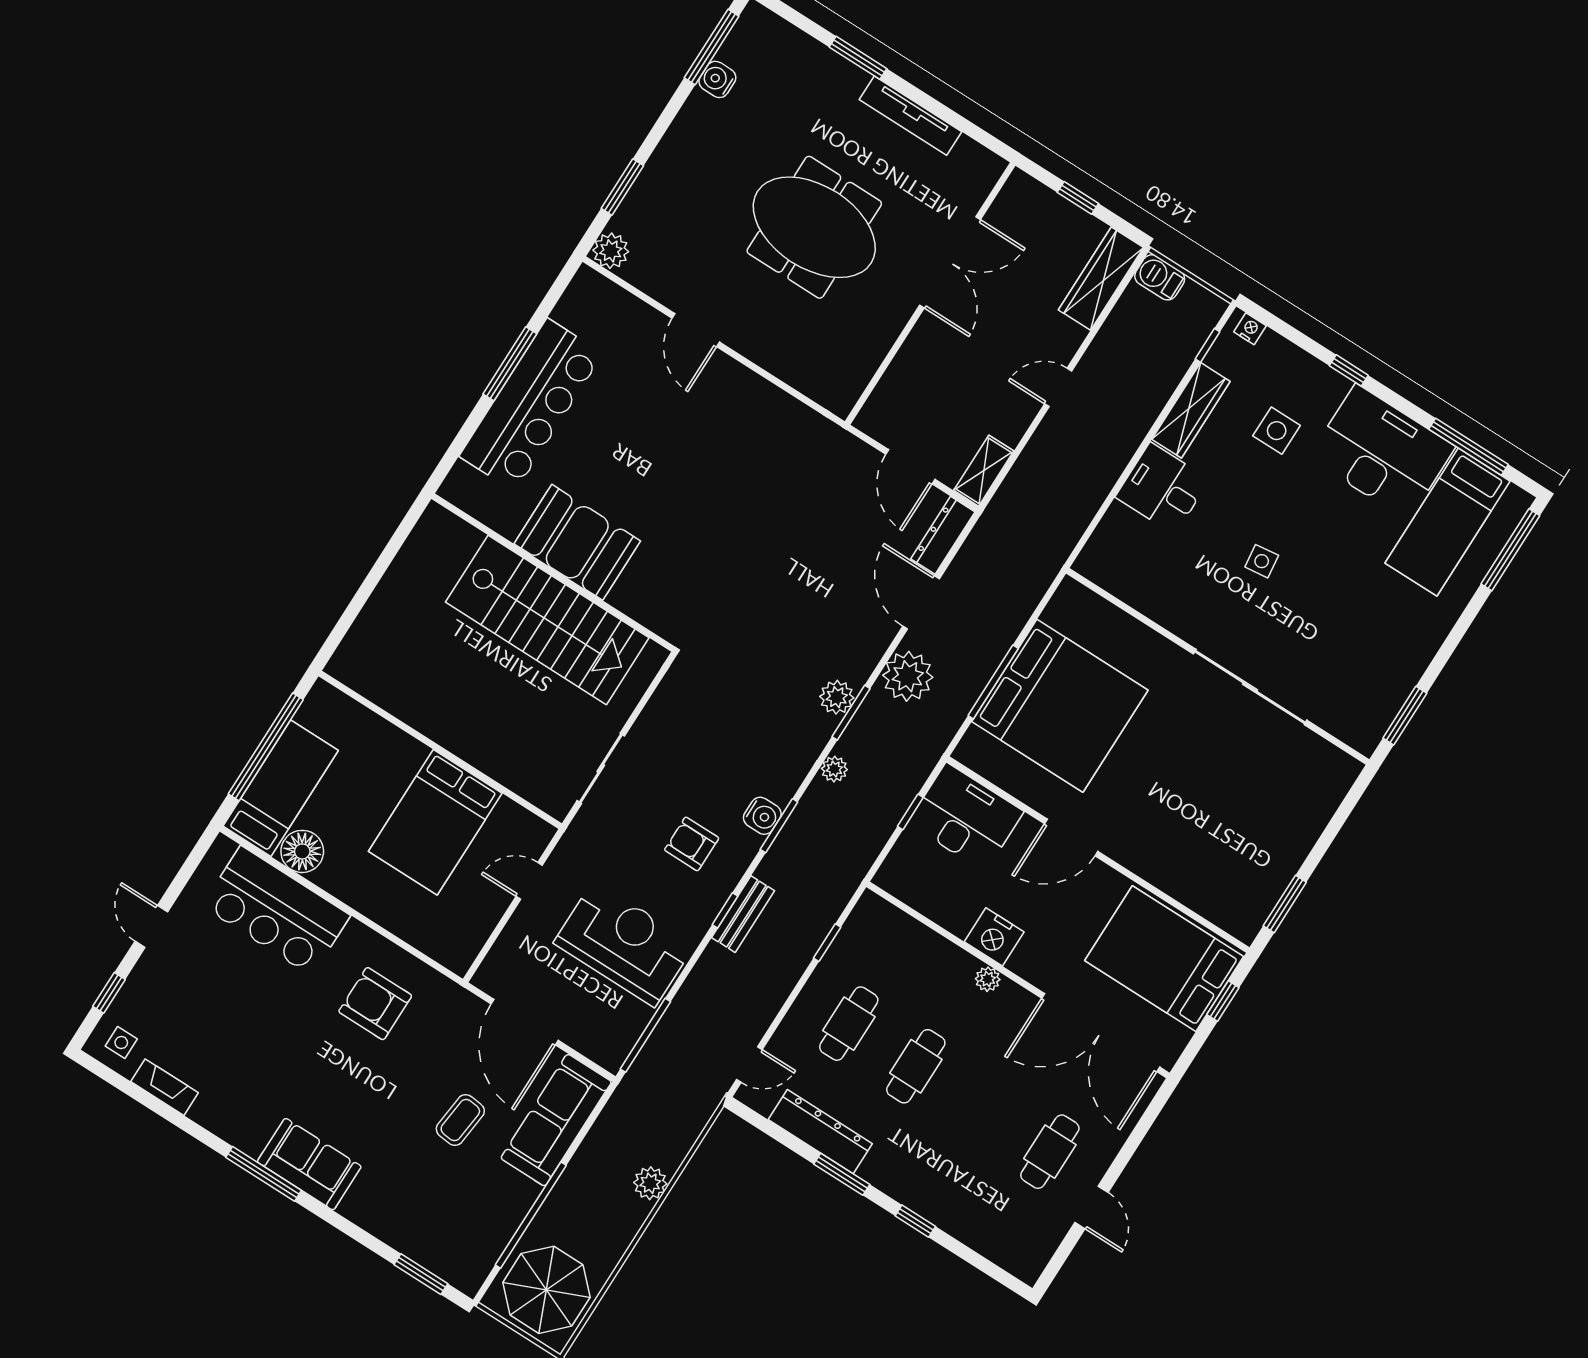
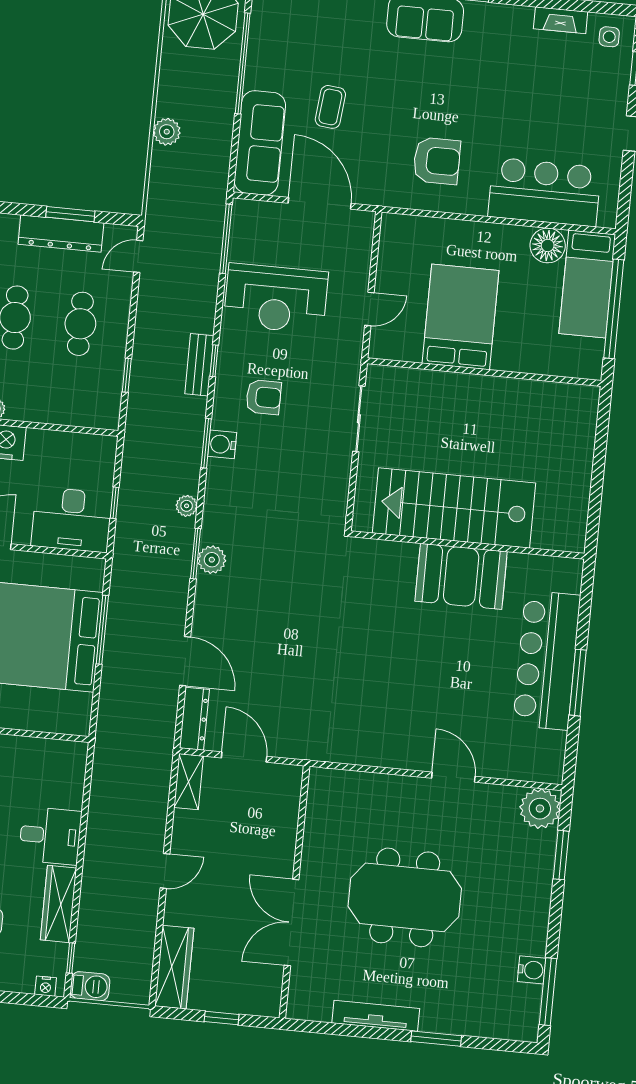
plant: (611, 251) -> (540, 809), width x1.36, depth x1.36
barbecue: (1160, 277) -> (90, 986), moved
plant: (908, 676) -> (167, 602), removed
window: (842, 1174) -> (70, 214), moved

